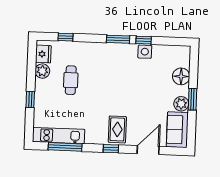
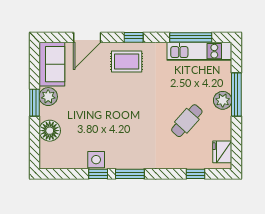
plant: (42, 71) -> (223, 100), moved
cafe table: (71, 80) -> (187, 121), turned 42
window: (30, 100) -> (236, 95), width x2.17
rug: (117, 129) -> (127, 62), turned 90

